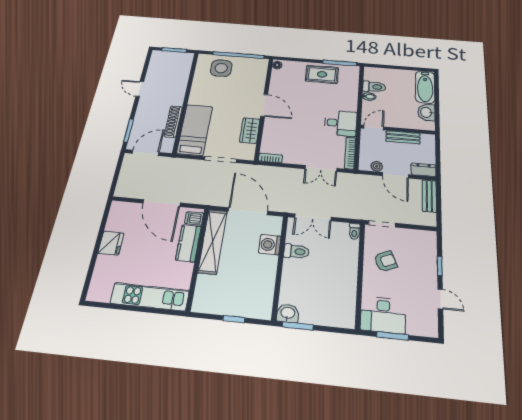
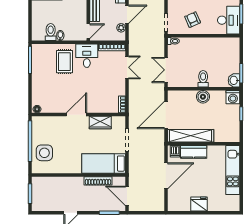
rug: (322, 74) -> (64, 62), moved
door: (374, 128) -> (88, 31), swing flipped
double door: (313, 217) -> (166, 70), swing flipped
washing machine: (270, 245) -> (233, 97), moved
toilet: (297, 251) -> (203, 79), moved
boiler: (268, 264) -> (203, 97), added

